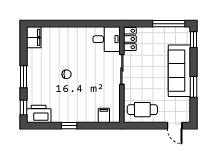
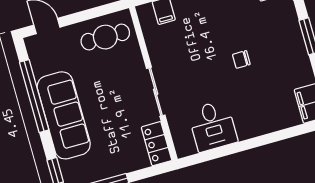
desk: (107, 39) -> (213, 126), moved, turned -90
window: (194, 87) -> (34, 96), width x2.11

